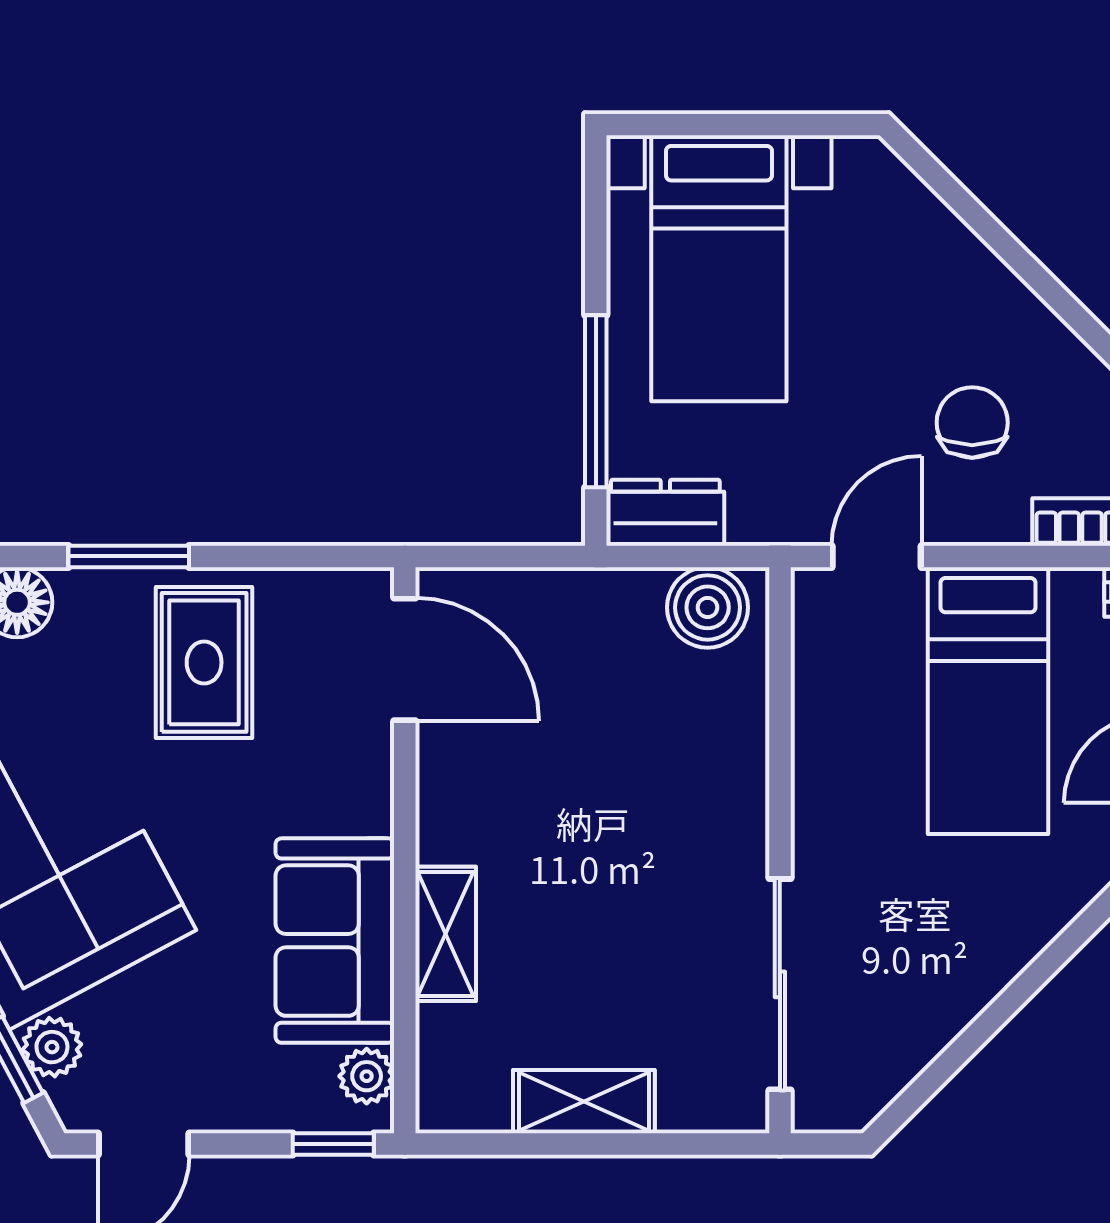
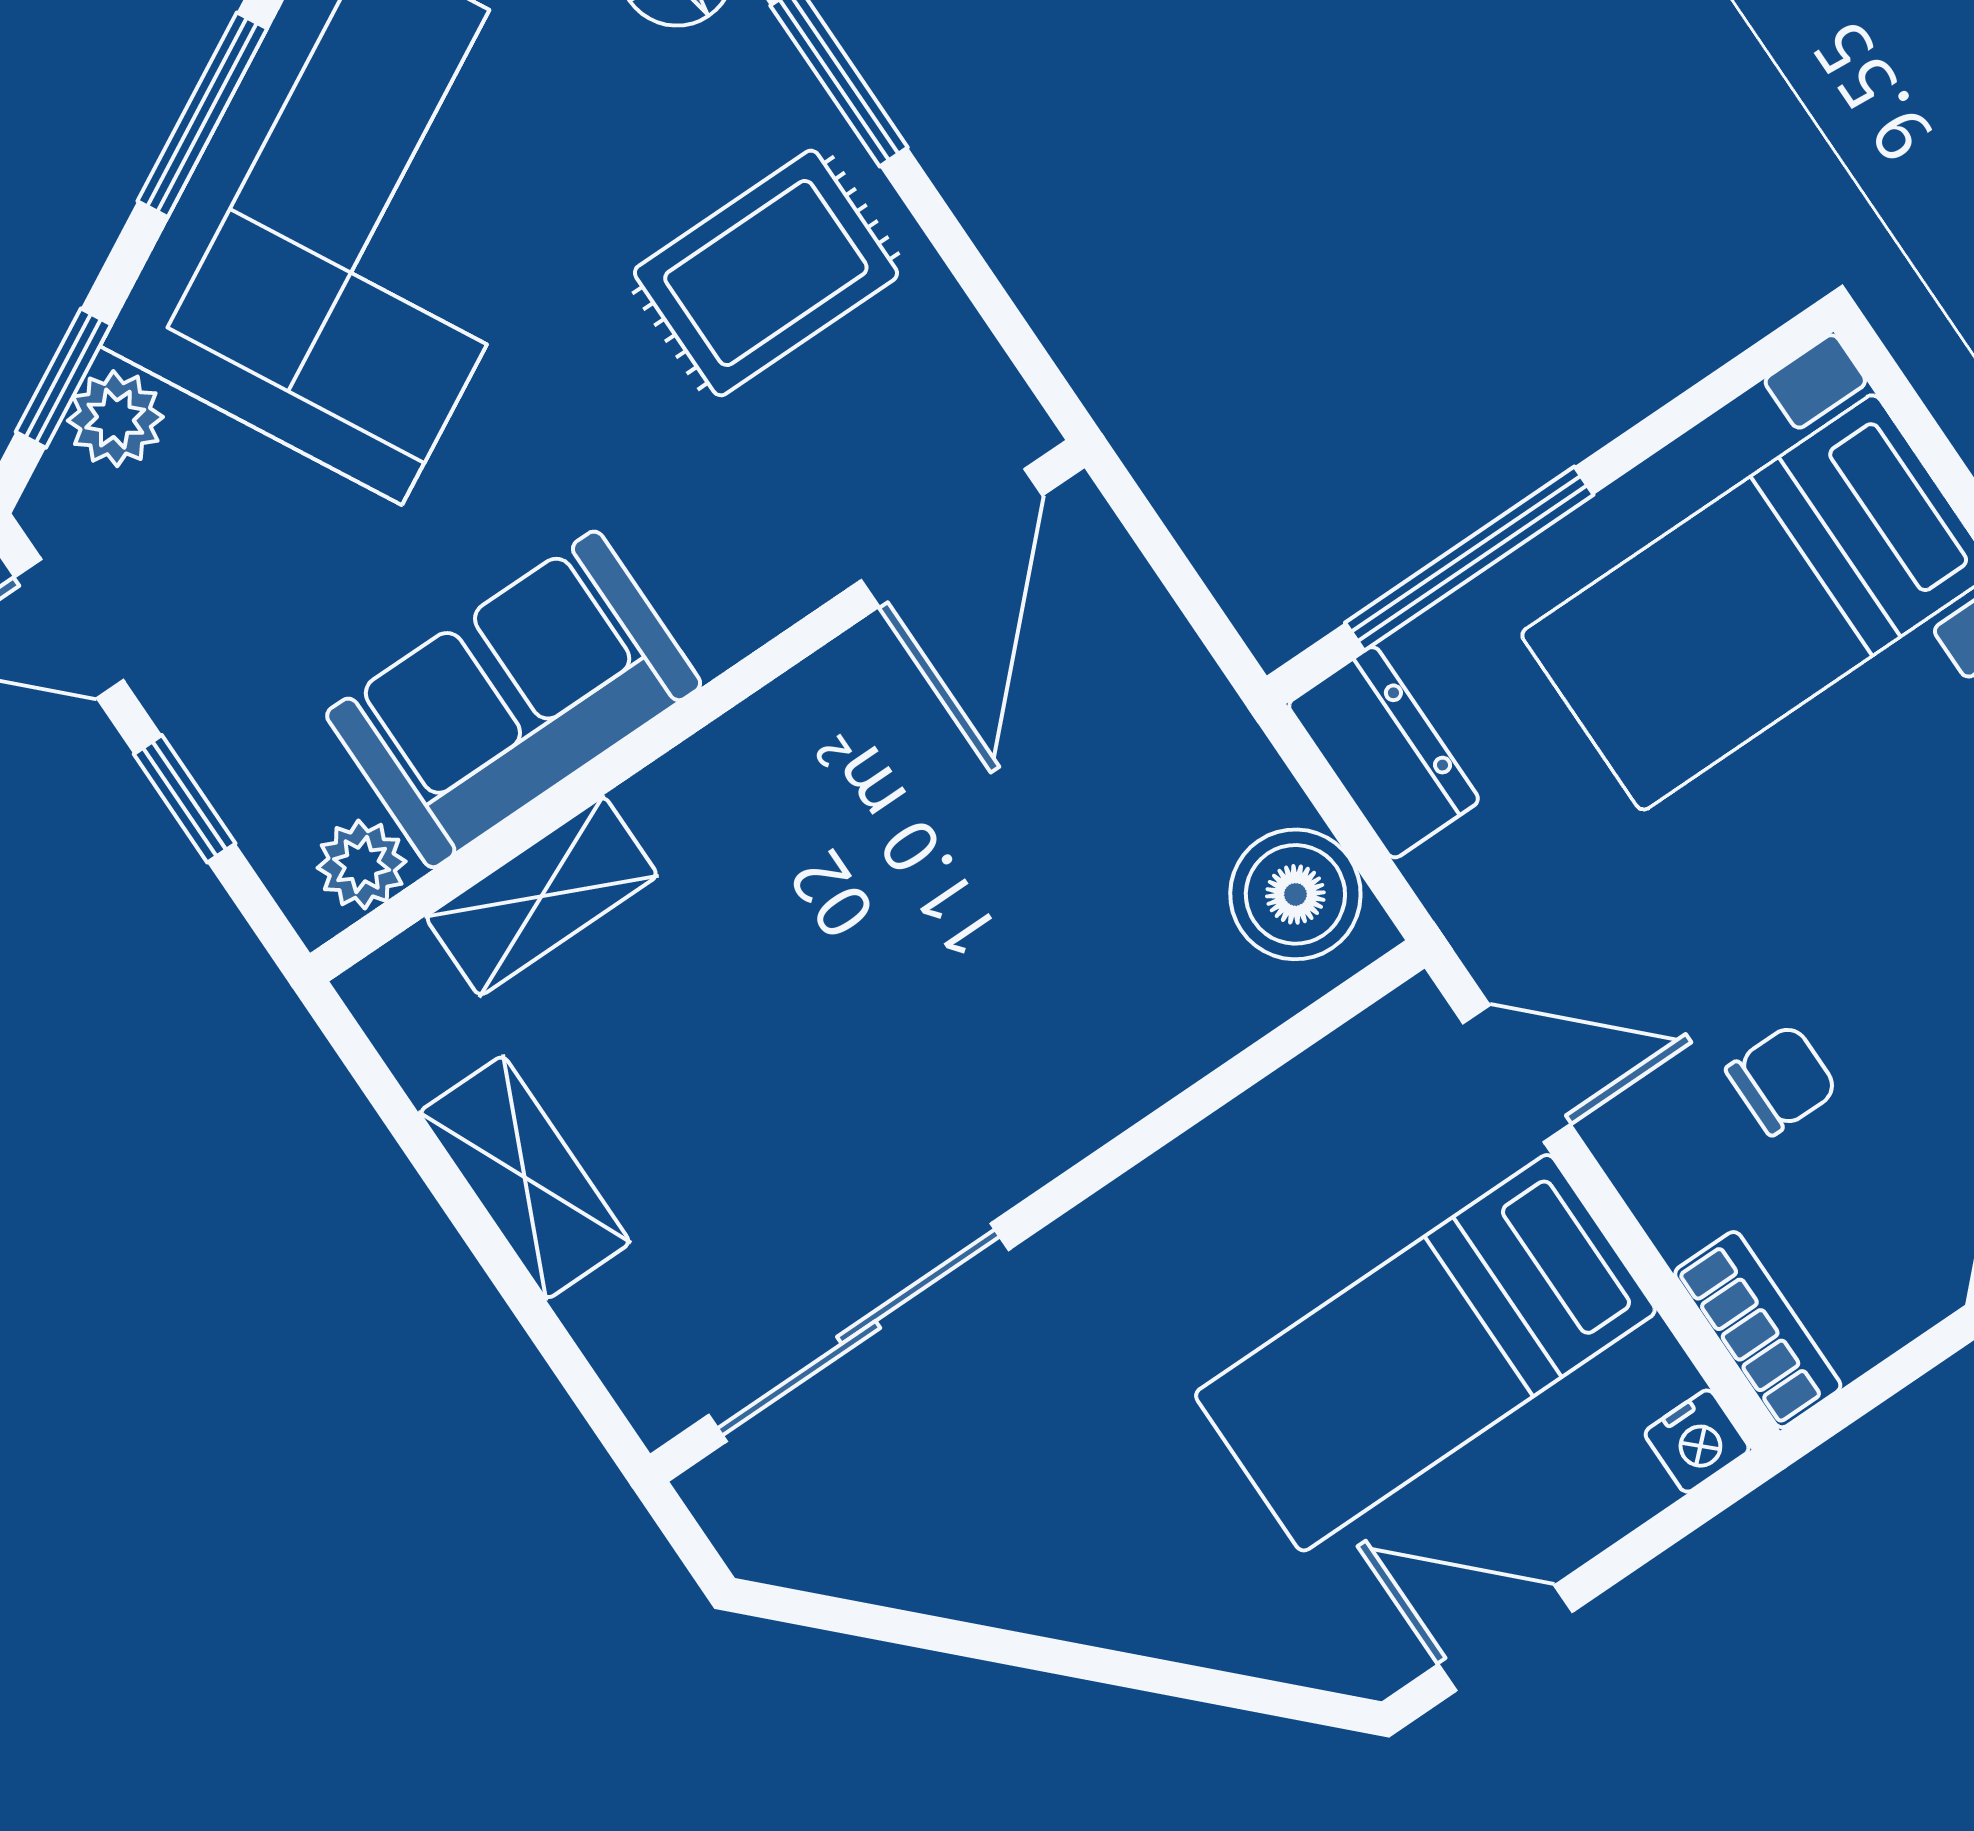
chair: (972, 423) -> (1782, 1080), width x0.73, depth x0.73
shelving: (446, 934) -> (542, 896), moved
window: (333, 1144) -> (185, 799), moved

